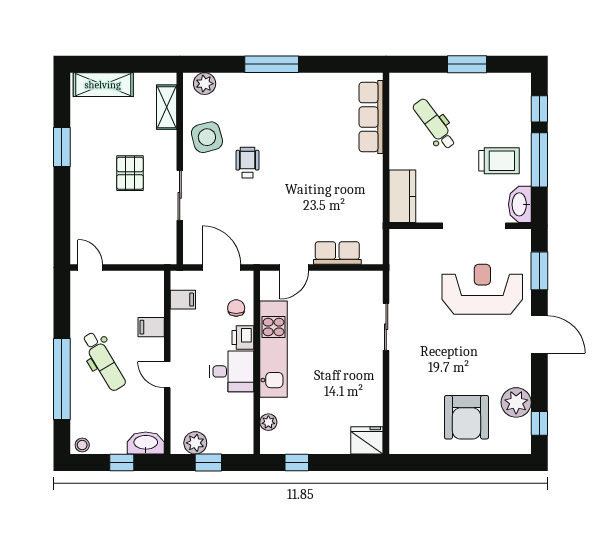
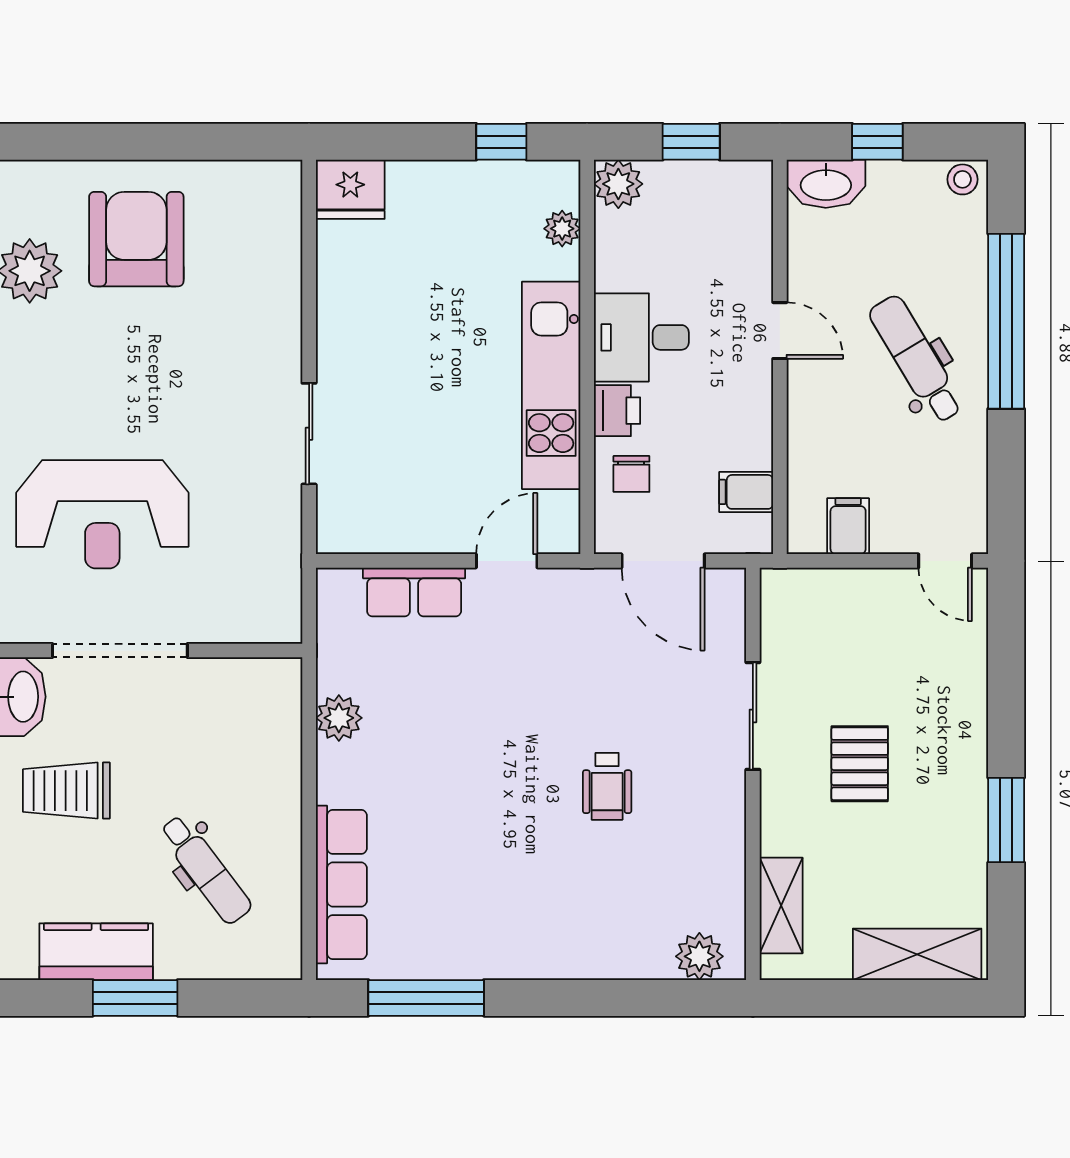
window: (272, 64) -> (426, 998), moved
side table: (207, 137) -> (694, 841), removed
plant: (372, 194) -> (339, 718), added
kitchen counter: (402, 196) -> (96, 952), moved, turned 90
filing cabinet: (151, 327) -> (848, 526), moved, turned -90
plant: (195, 443) -> (618, 184), moved

